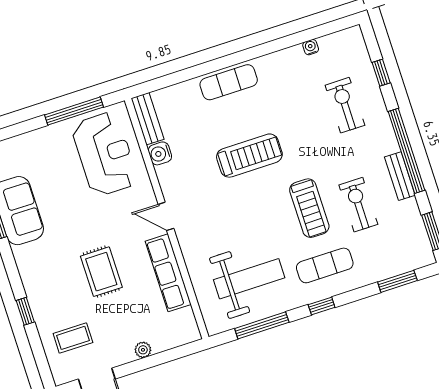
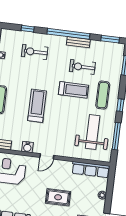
water cooler: (160, 153) -> (27, 147), moved
row of seats: (168, 273) -> (91, 170), moved

